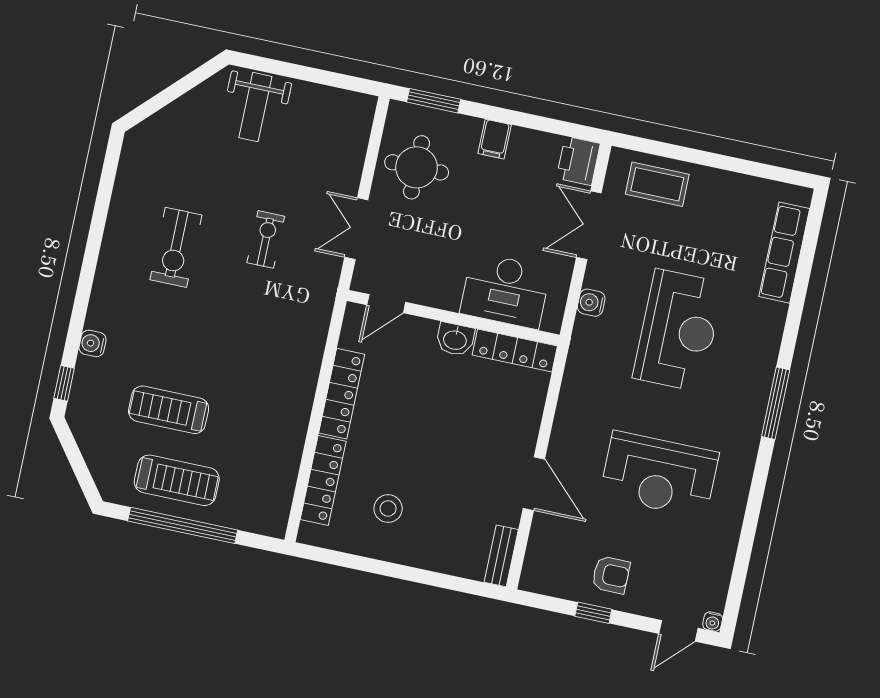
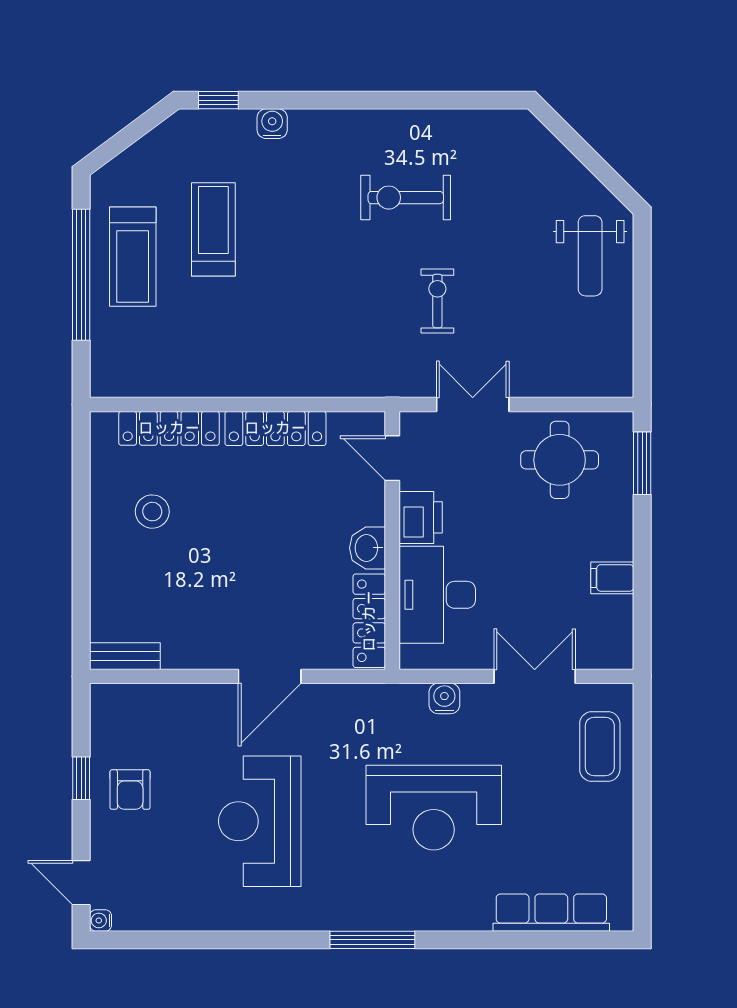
weight bench: (255, 107) -> (590, 256), turned -90
filing cabinet: (495, 139) -> (612, 578), moved
printer: (578, 161) -> (421, 517), moved, turned 90
exercise bike: (266, 239) -> (437, 301), turned -90
door: (534, 484) -> (270, 676), moved

